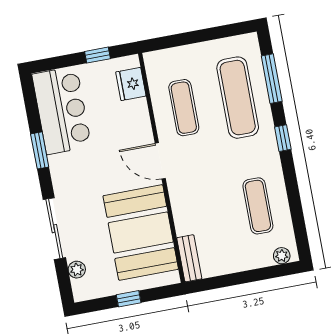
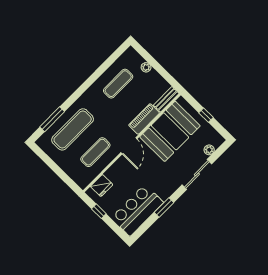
window: (283, 138) -> (77, 94), removed
piano: (183, 208) -> (144, 119), added
plant: (282, 256) -> (146, 67), moved

